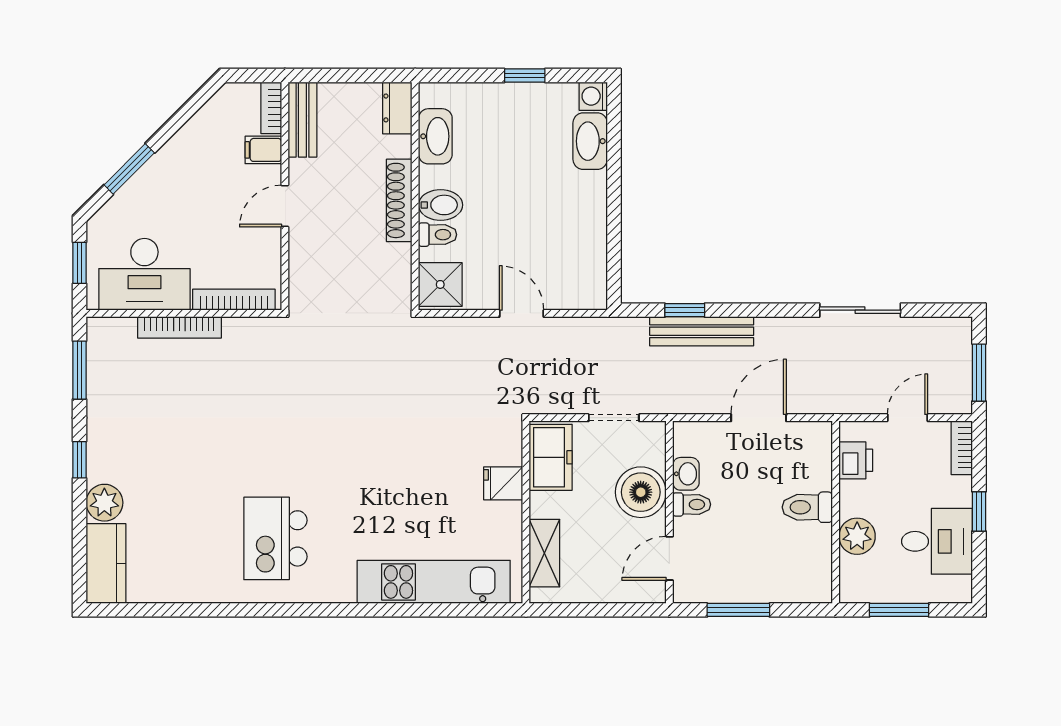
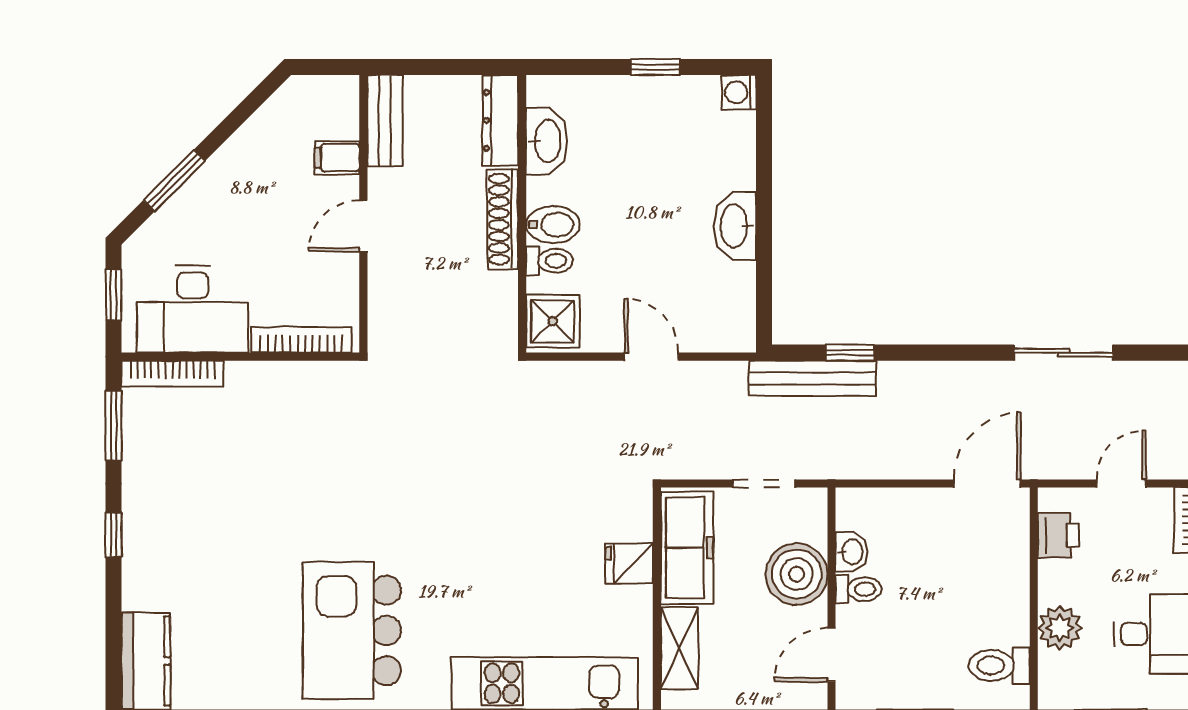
bookcase: (271, 108) -> (347, 106), removed
dresser: (397, 108) -> (500, 120), width x1.44
washbasin: (590, 141) -> (735, 226), moved
bookcase: (179, 327) -> (172, 374), moved
bench: (702, 331) -> (812, 378), moved
door: (759, 418) -> (987, 484), moved
freezer: (551, 457) -> (687, 548), width x1.40
plant: (104, 503) -> (144, 587), removed
toilet: (807, 507) -> (999, 666), moved
kitchen island: (275, 538) -> (352, 630), width x1.37, depth x1.28

